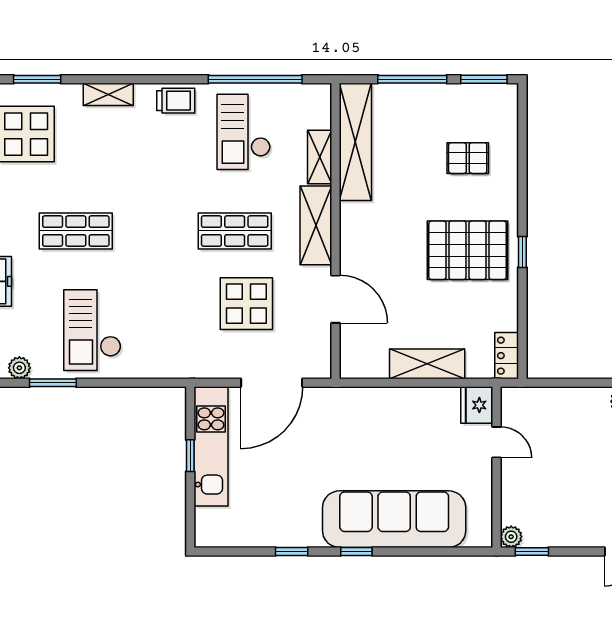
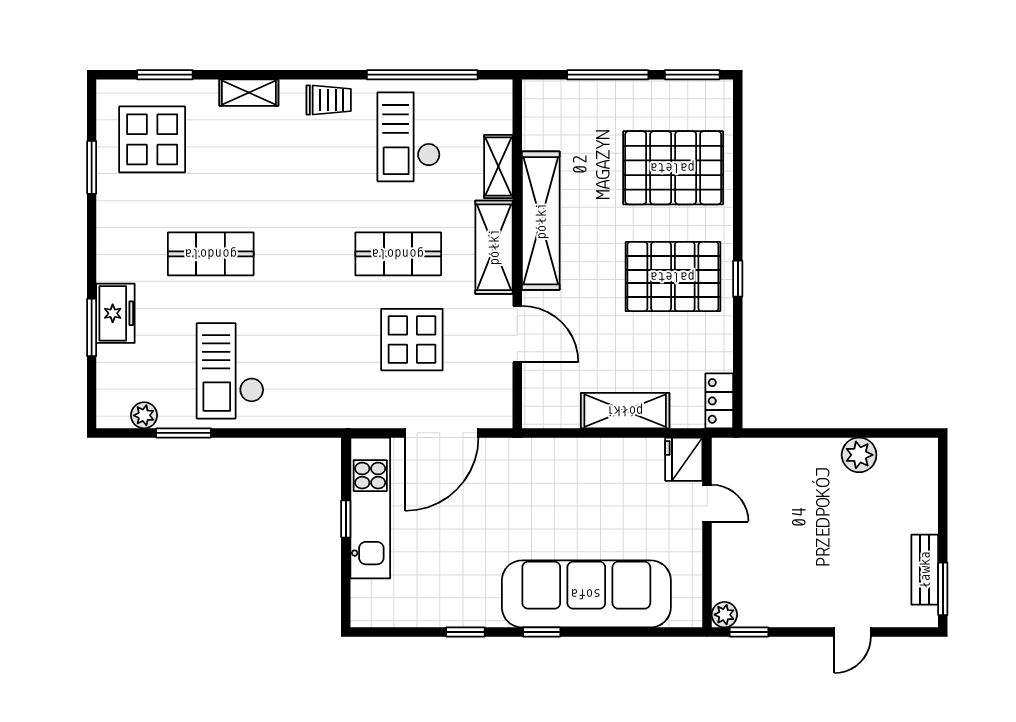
shelving: (355, 142) -> (541, 221), moved
pallet: (468, 158) -> (673, 168), width x2.05, depth x2.00

